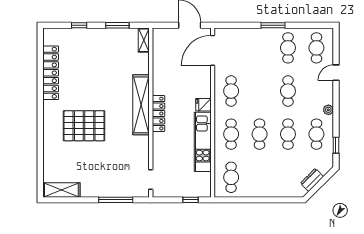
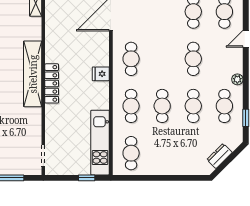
kitchen unit: (203, 142) -> (100, 143), moved

